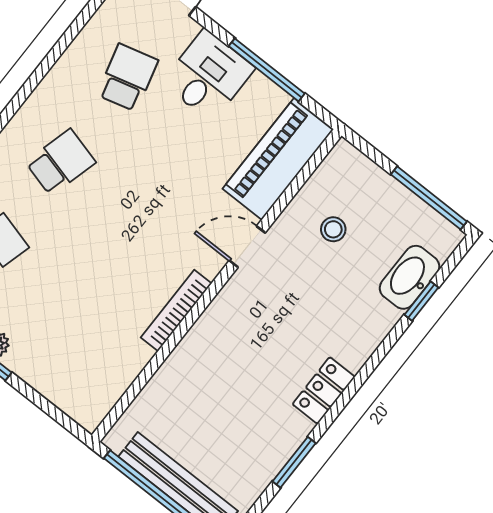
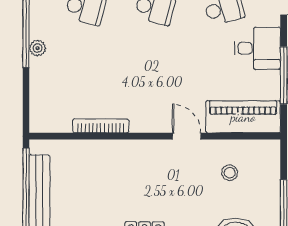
bookcase: (176, 311) -> (101, 126), moved

